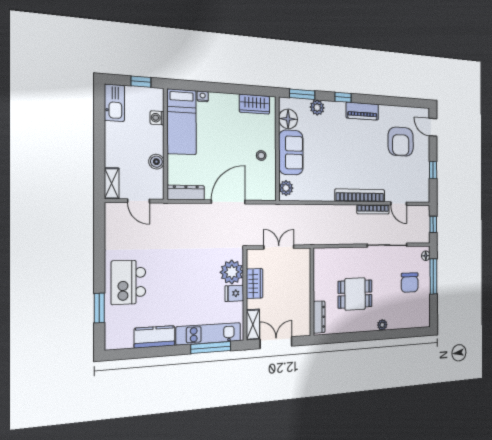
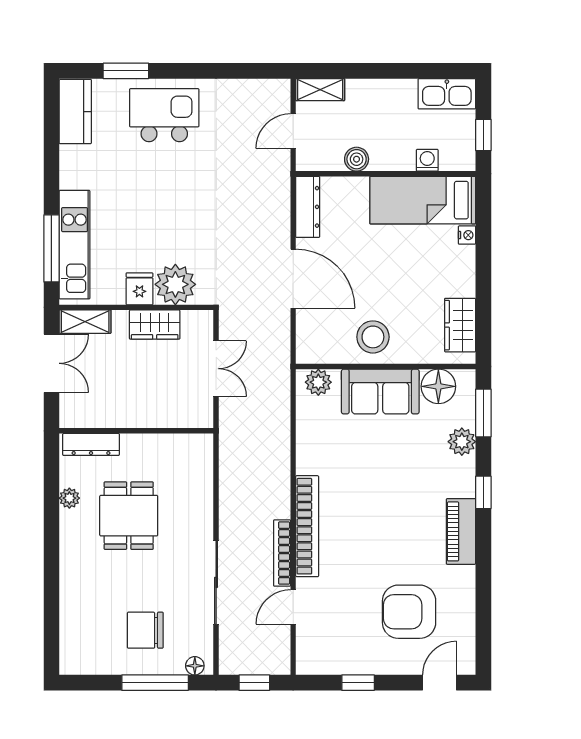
stool: (261, 155) -> (373, 337), width x1.89, depth x1.89
plant: (382, 325) -> (69, 498), moved
kitchen counter: (155, 337) -> (75, 112), moved

